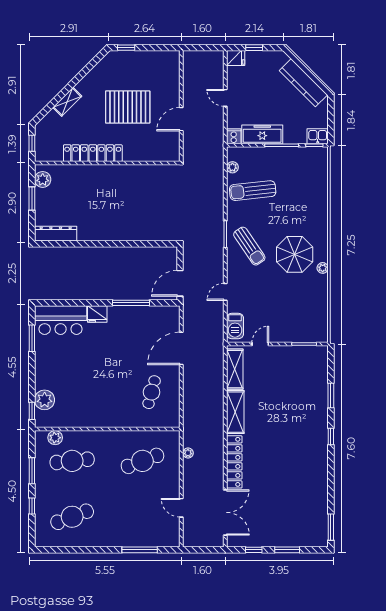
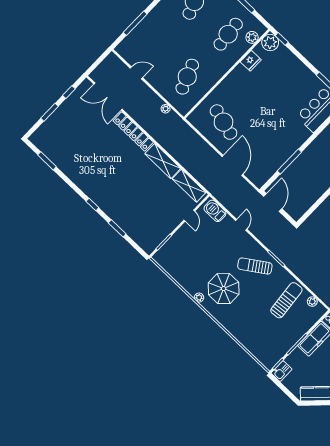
fridge: (97, 314) -> (251, 61), moved, turned 180
cafe table: (152, 392) -> (224, 122), width x1.37, depth x1.35
plant: (45, 400) -> (270, 43), moved
window: (331, 527) -> (47, 161), moved

